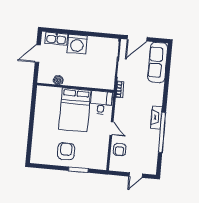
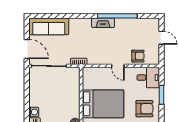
washing machine: (77, 44) -> (34, 112), width x0.53, depth x0.53
desk: (101, 103) -> (148, 78), moved, turned 180
door: (111, 129) -> (118, 66), swing flipped
armchair: (66, 151) -> (144, 109), turned 180

